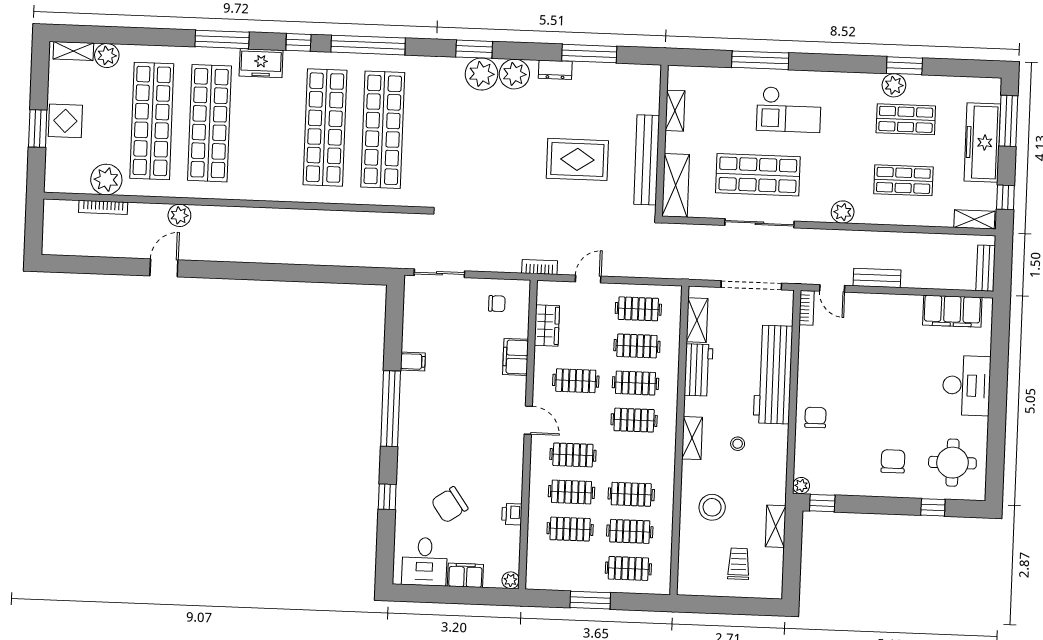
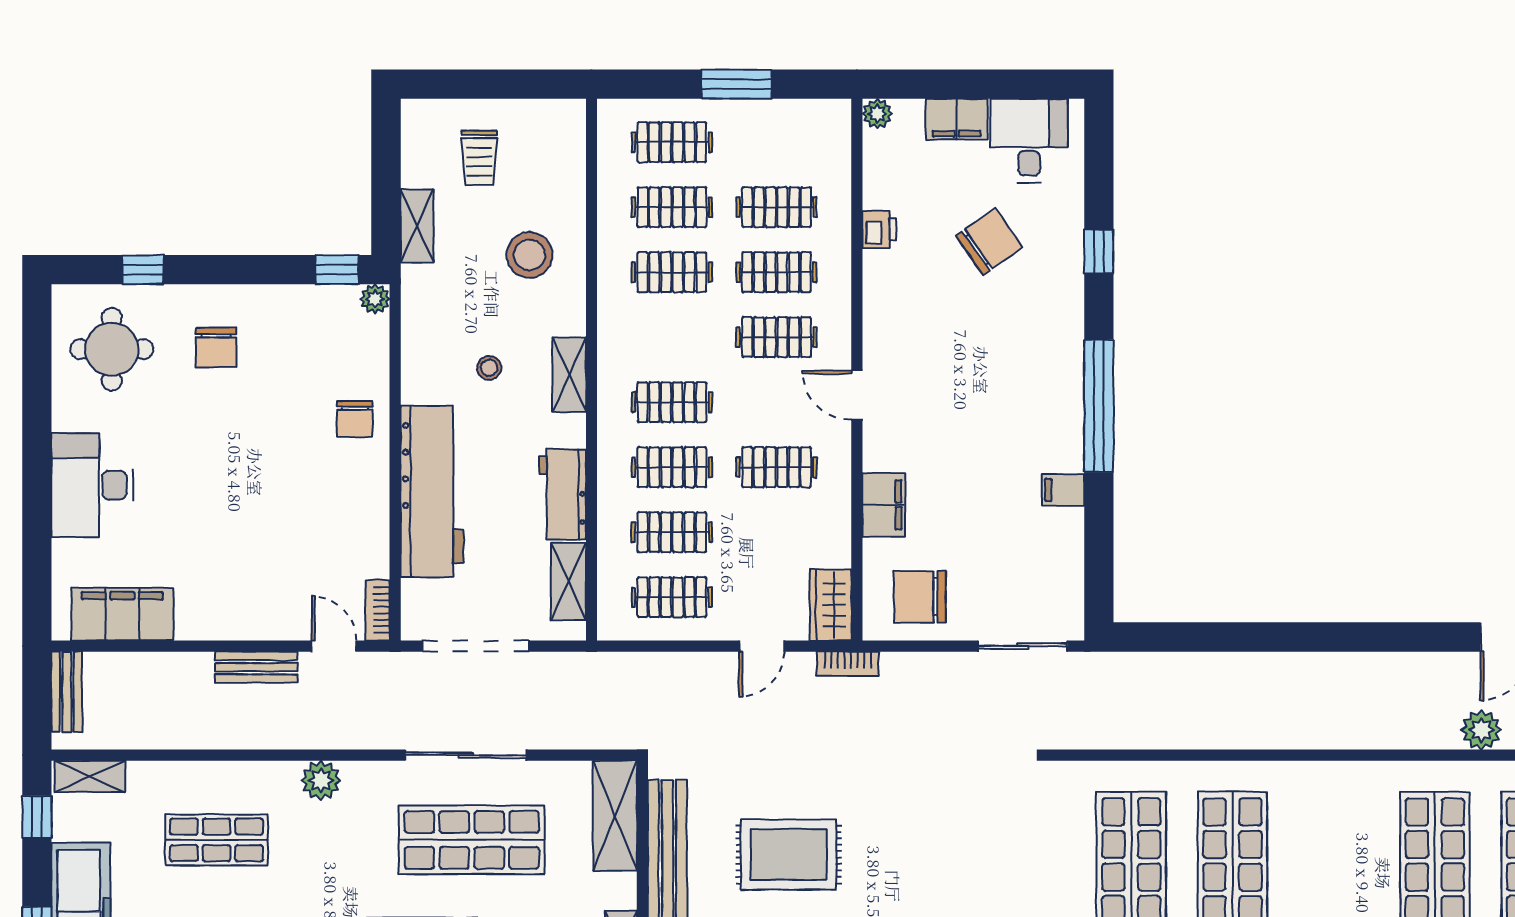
chair: (497, 304) -> (920, 597), width x1.87, depth x1.87
wardrobe: (547, 325) -> (831, 605), moved

